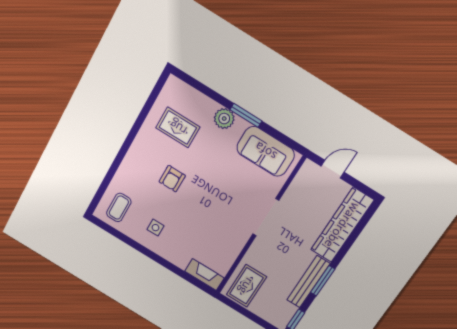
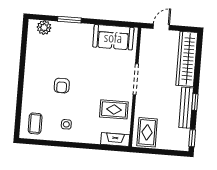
window: (246, 115) -> (69, 20), moved
plant: (224, 119) -> (44, 28), moved
rug: (178, 127) -> (114, 109), moved
window: (323, 281) -> (195, 102), width x0.67

